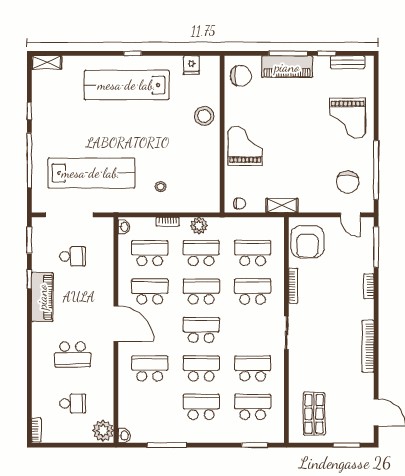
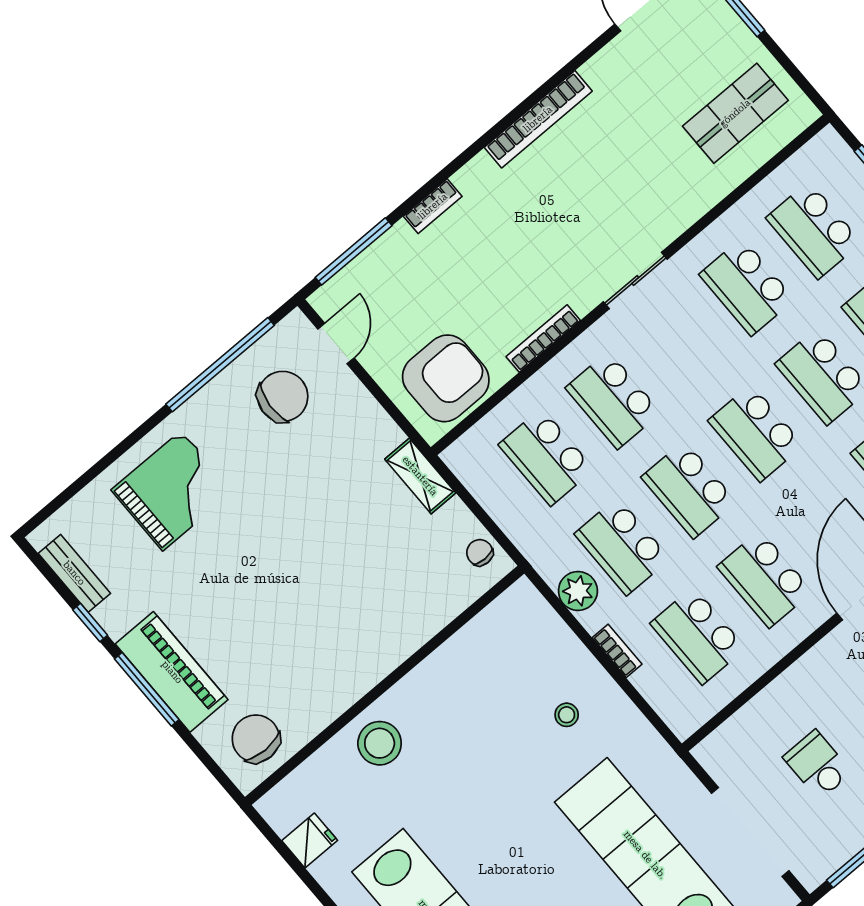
grand piano: (245, 146) -> (370, 628), removed
washbasin: (124, 227) -> (690, 719), removed

